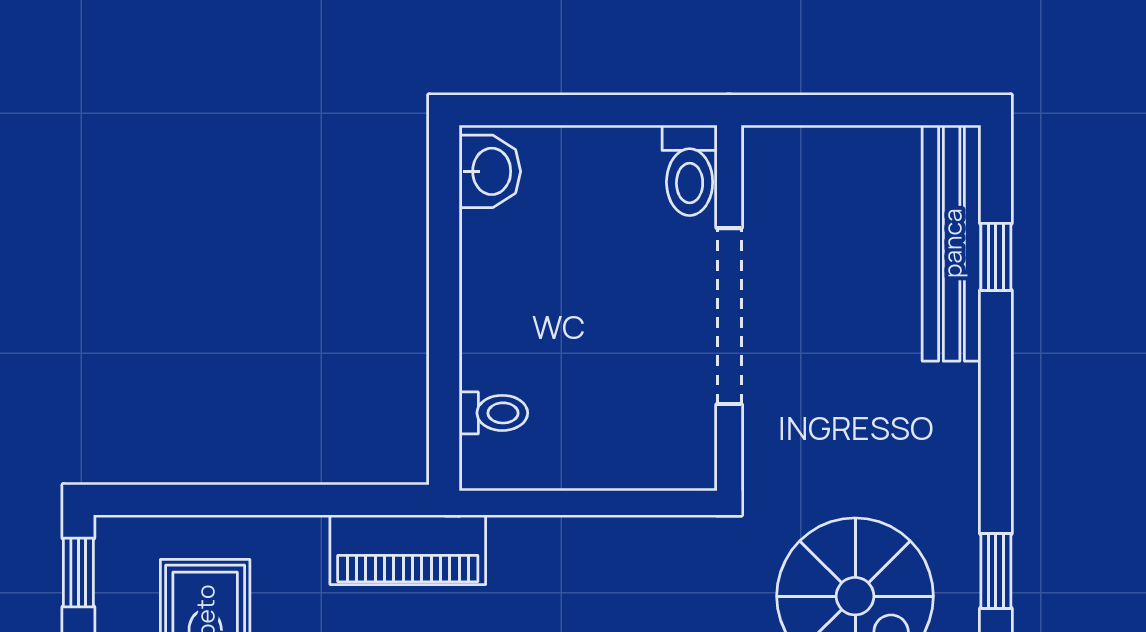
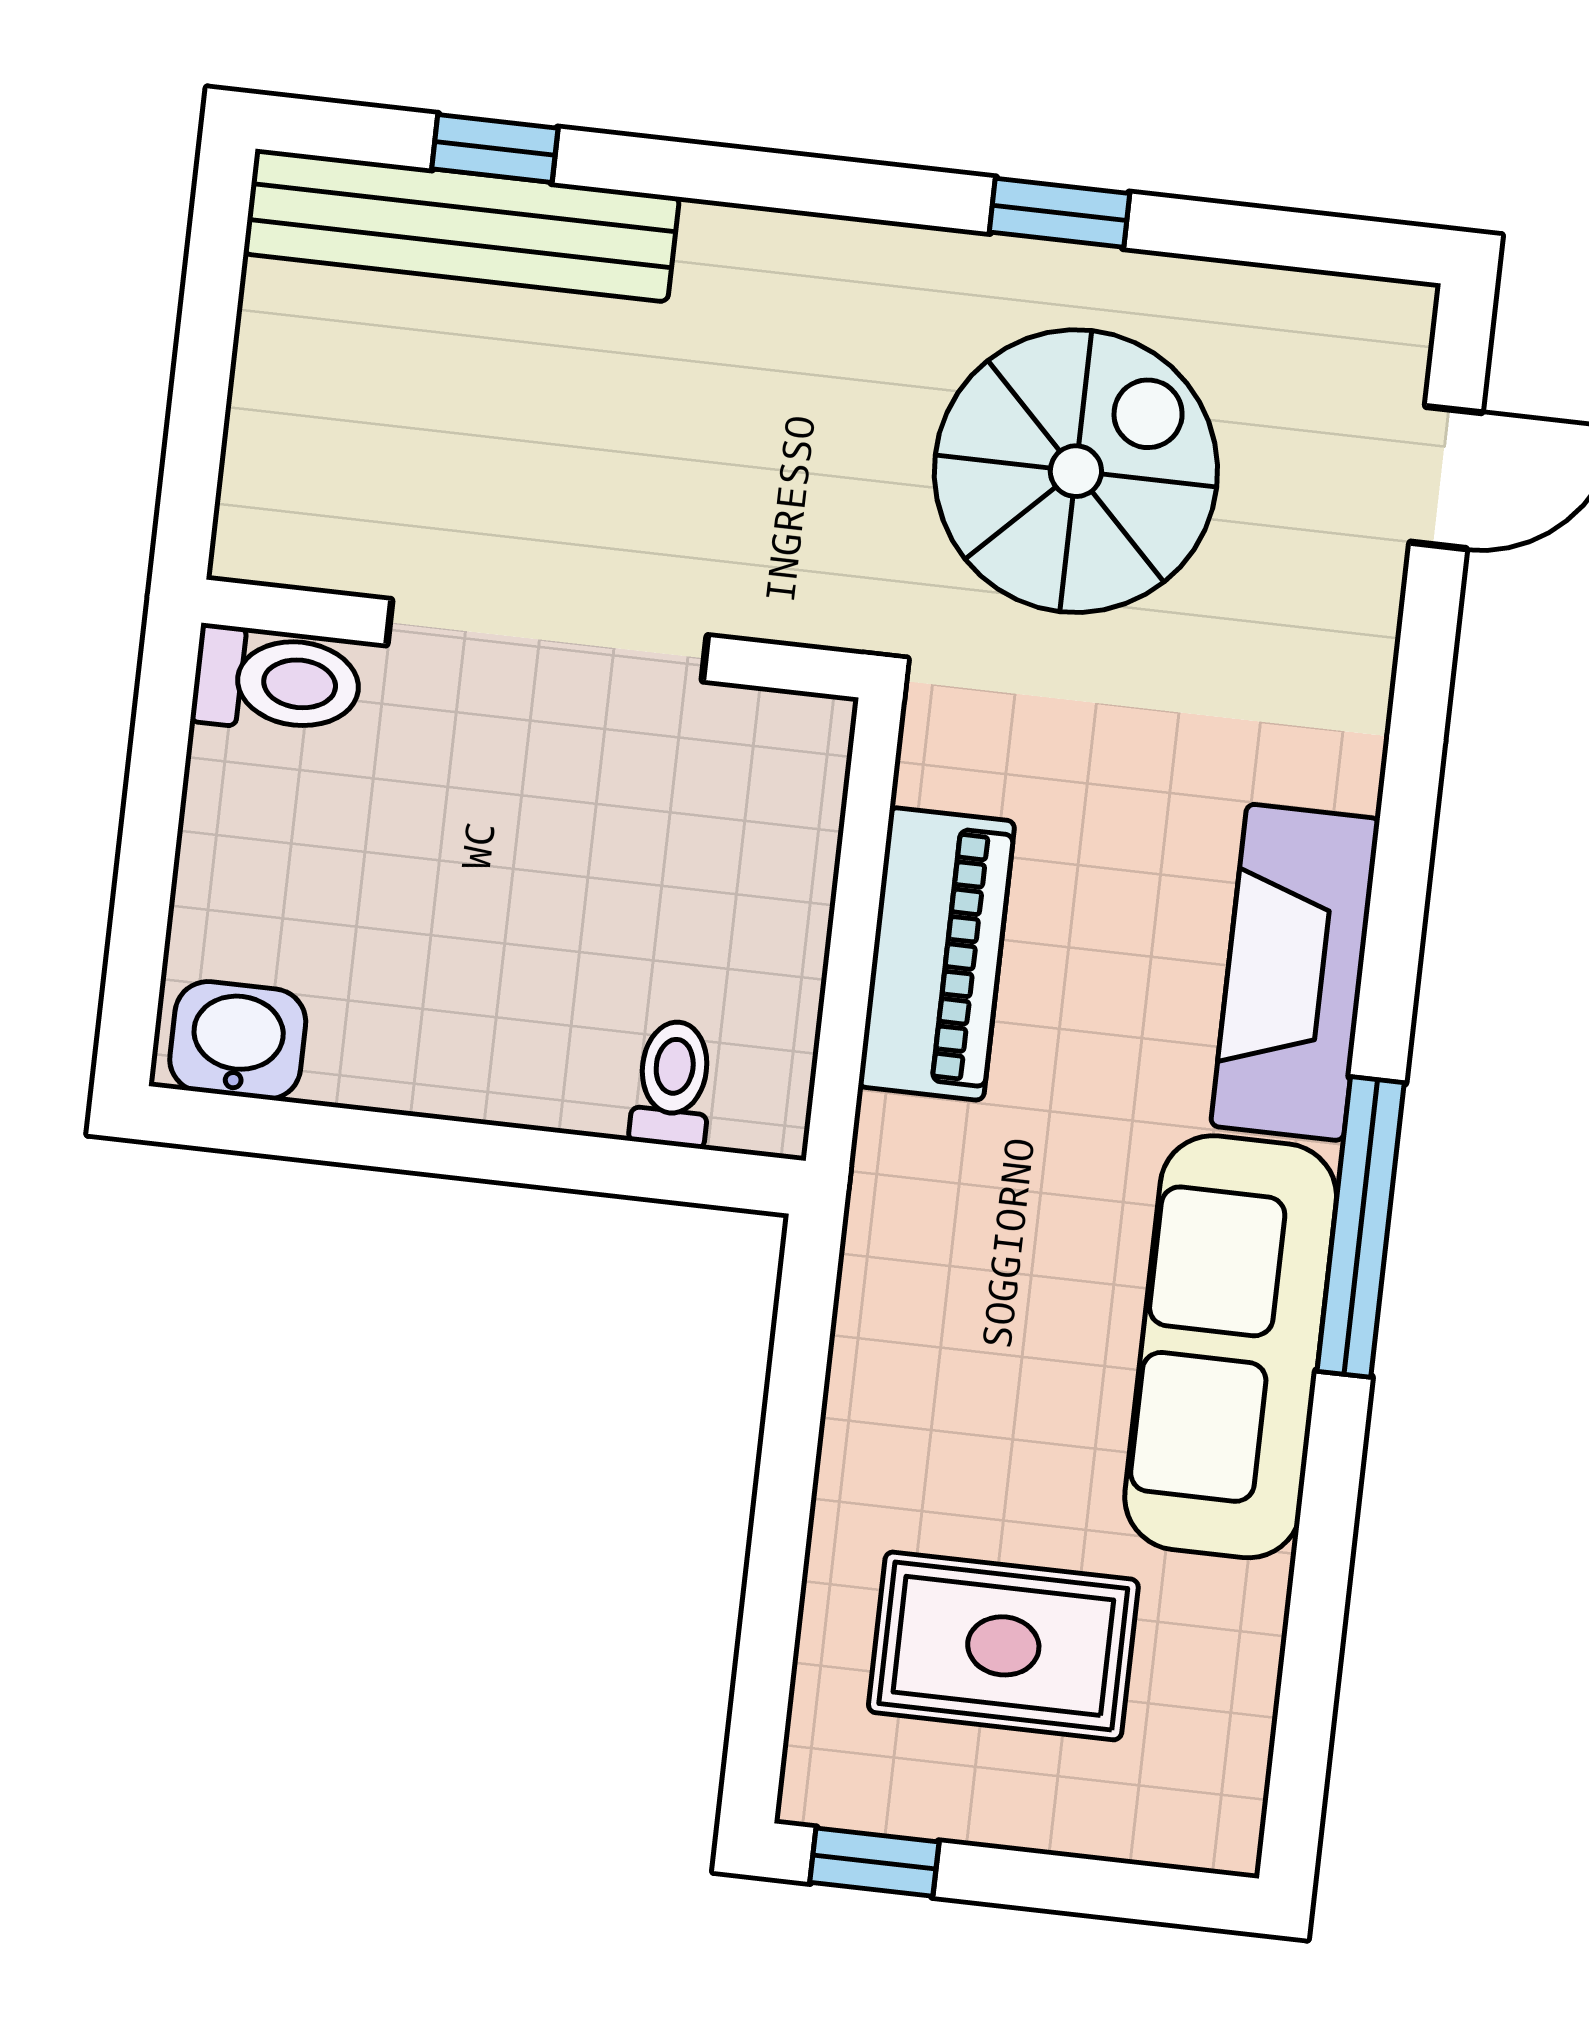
piano: (408, 550) -> (937, 954), moved

